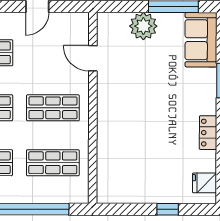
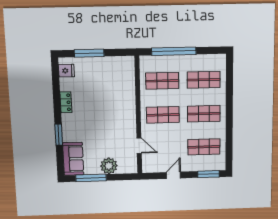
window: (168, 209) -> (89, 53), width x2.17

